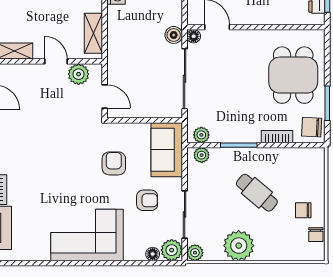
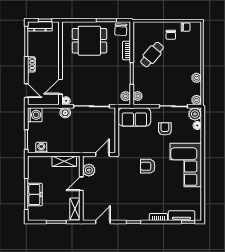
armchair: (114, 163) -> (148, 166), moved
cafe table: (257, 193) -> (152, 55), moved
plant: (239, 246) -> (196, 78), width x0.53, depth x0.53

